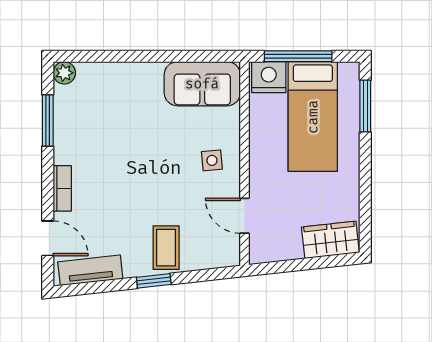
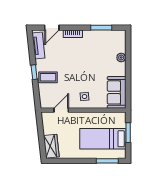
window: (298, 56) -> (128, 133), width x0.69
plant: (64, 73) -> (121, 57), moved
nightstand: (269, 77) -> (119, 120), removed

